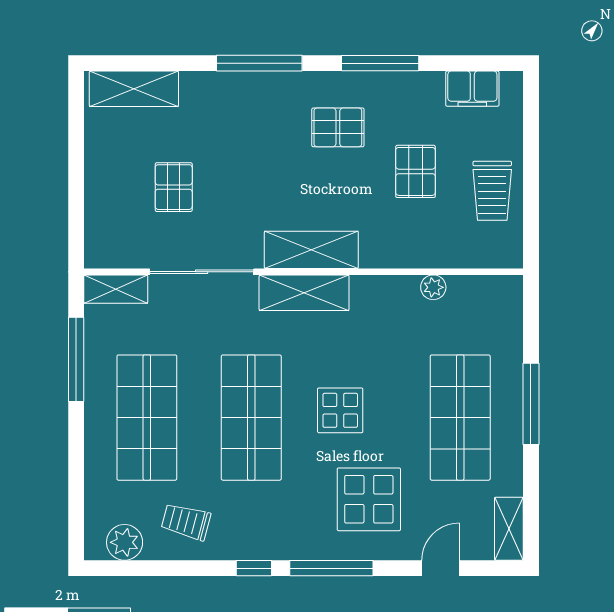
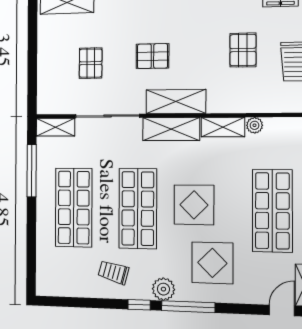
pallet: (338, 127) -> (152, 56), moved
shelving: (385, 290) -> (223, 127), added
display table: (340, 410) -> (194, 205), width x1.36, depth x1.36
trolley: (186, 522) -> (113, 272), moved
plant: (125, 542) -> (163, 289), moved
door: (441, 568) -> (282, 310), moved

